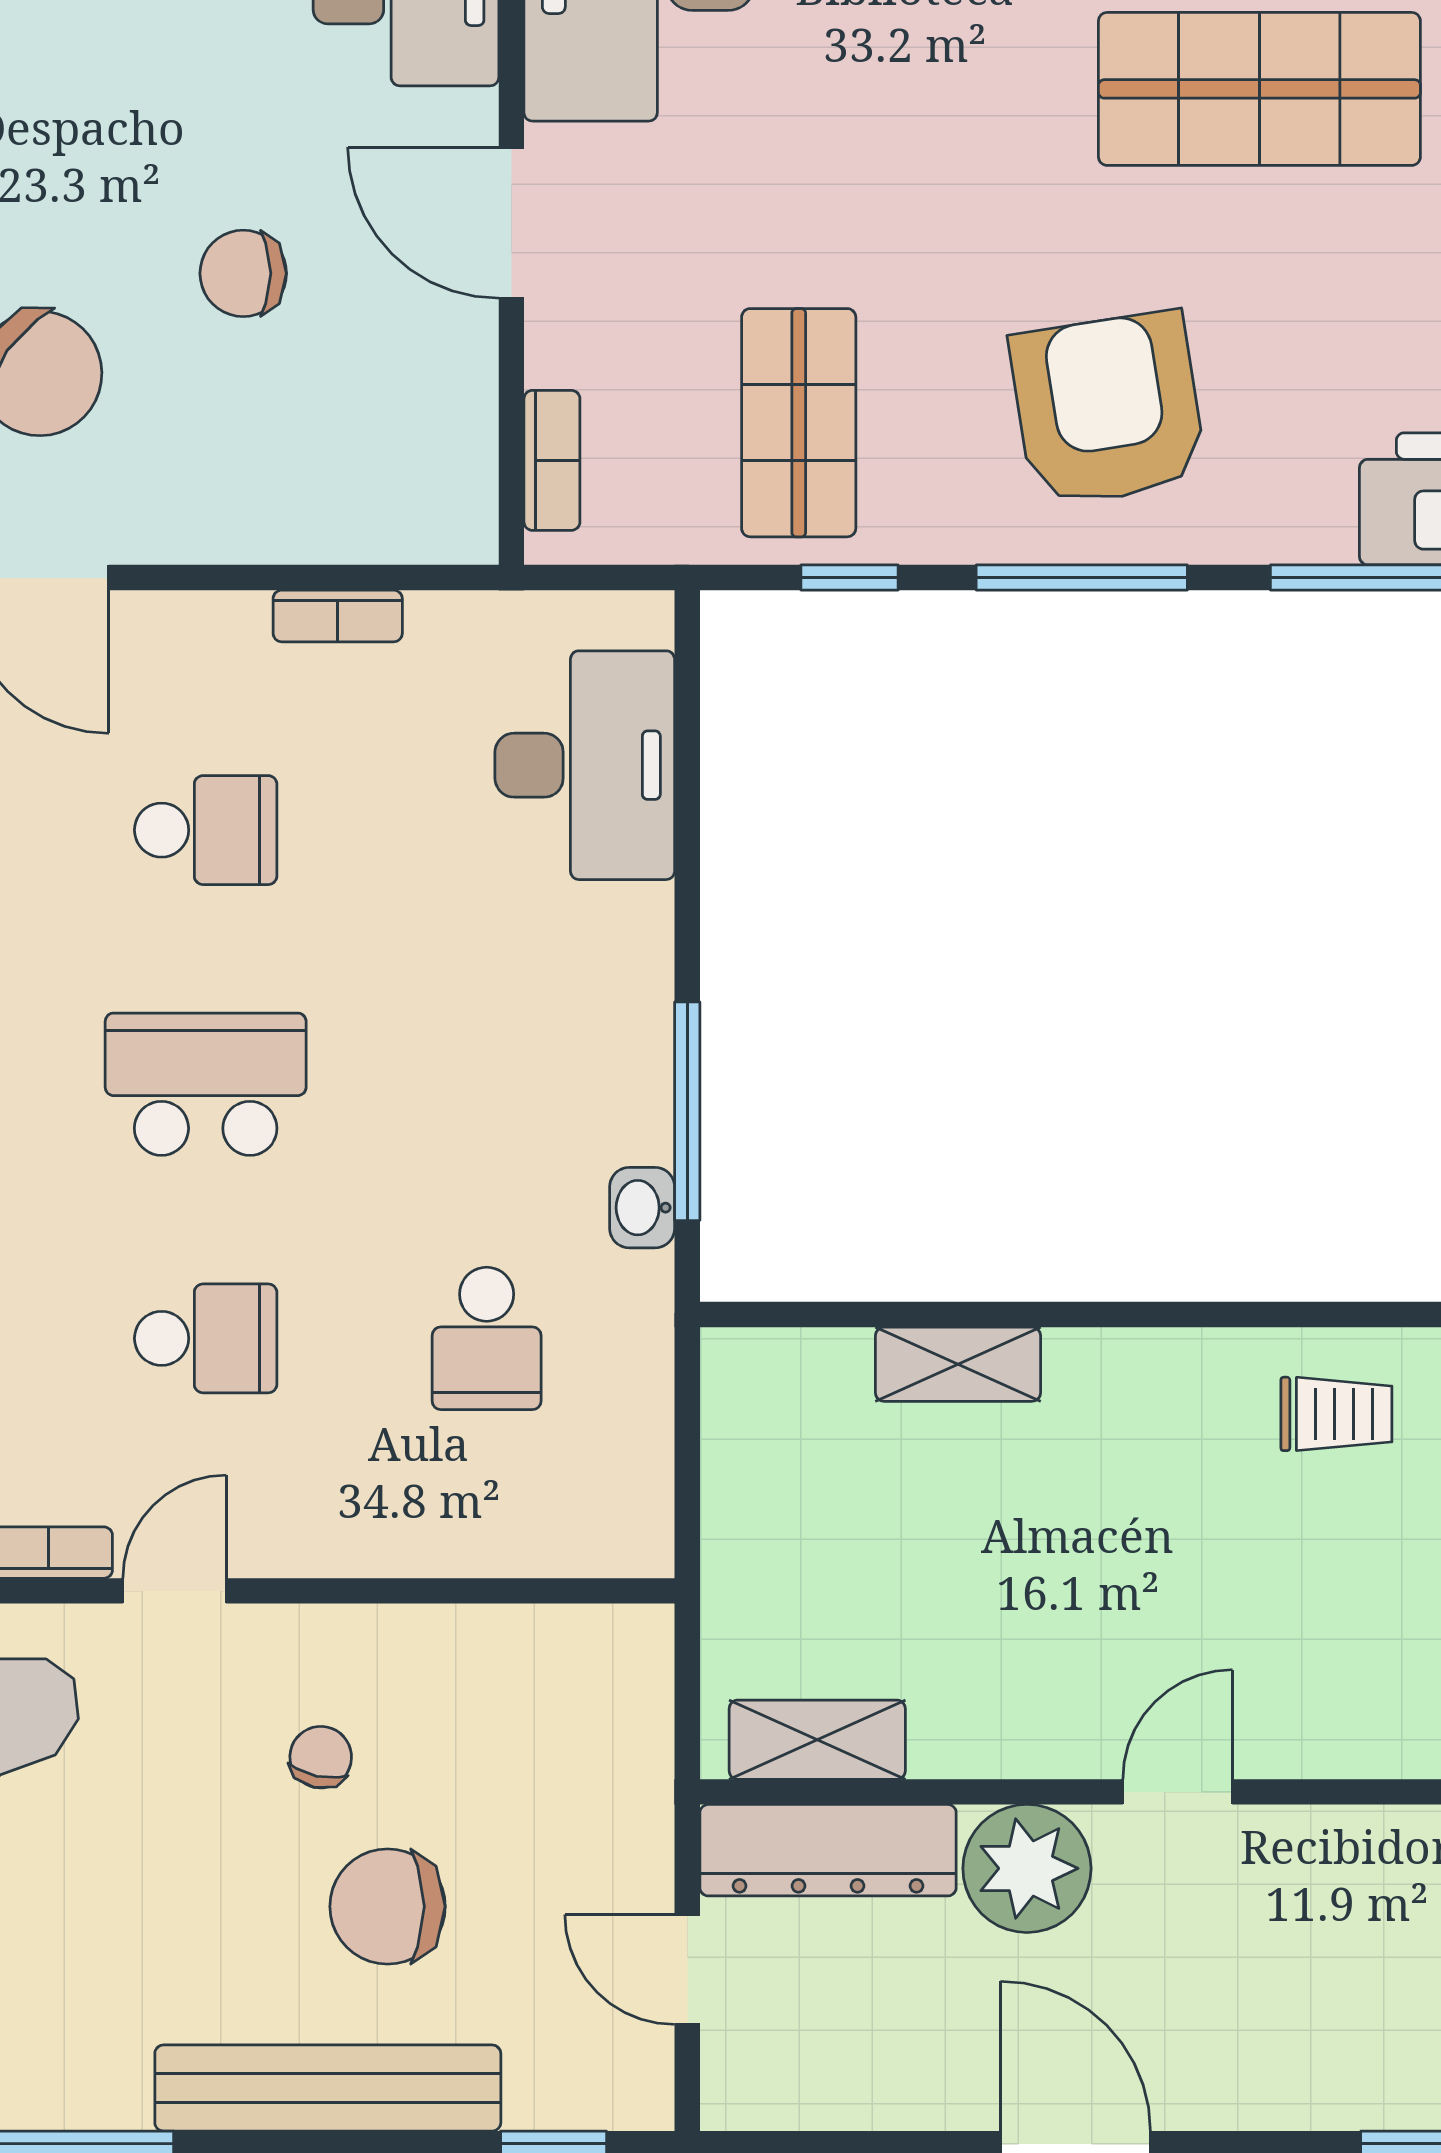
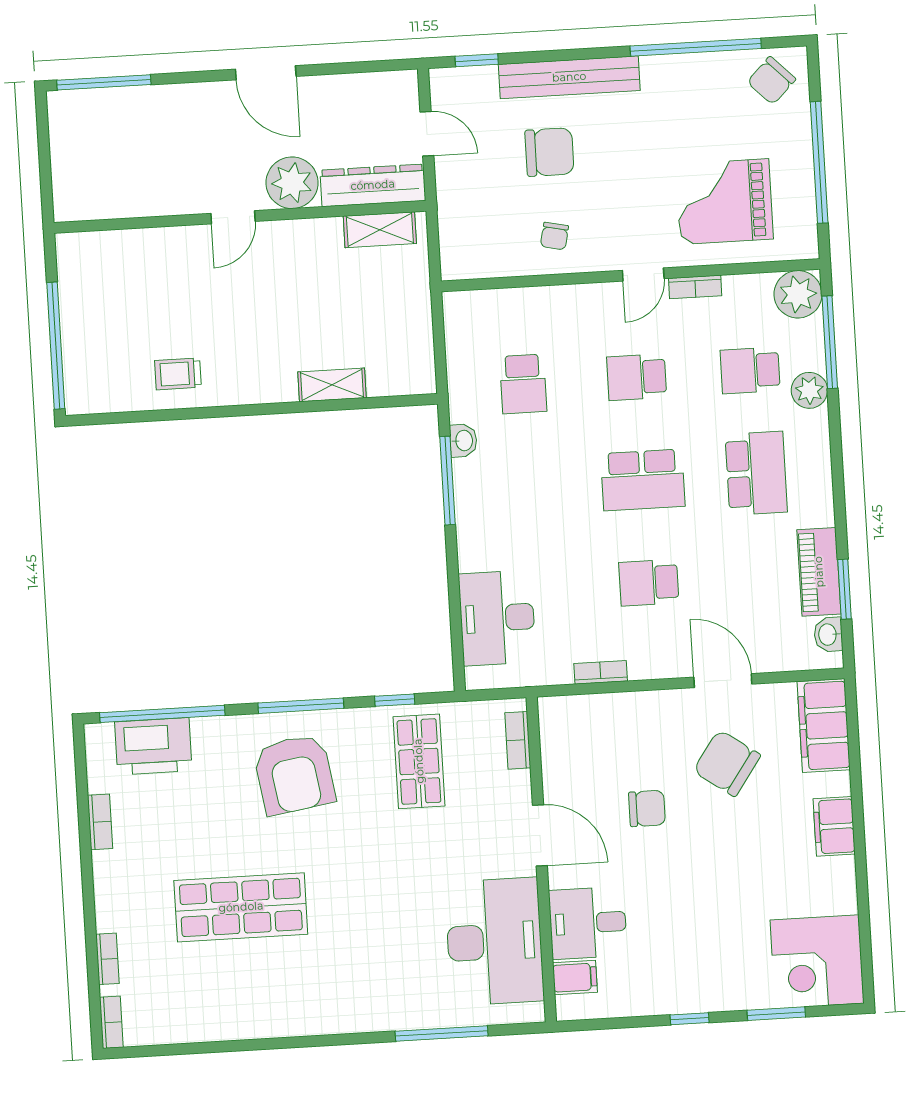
school desk: (487, 1338) -> (523, 384), turned 180
chair: (321, 1757) -> (555, 236), moved

